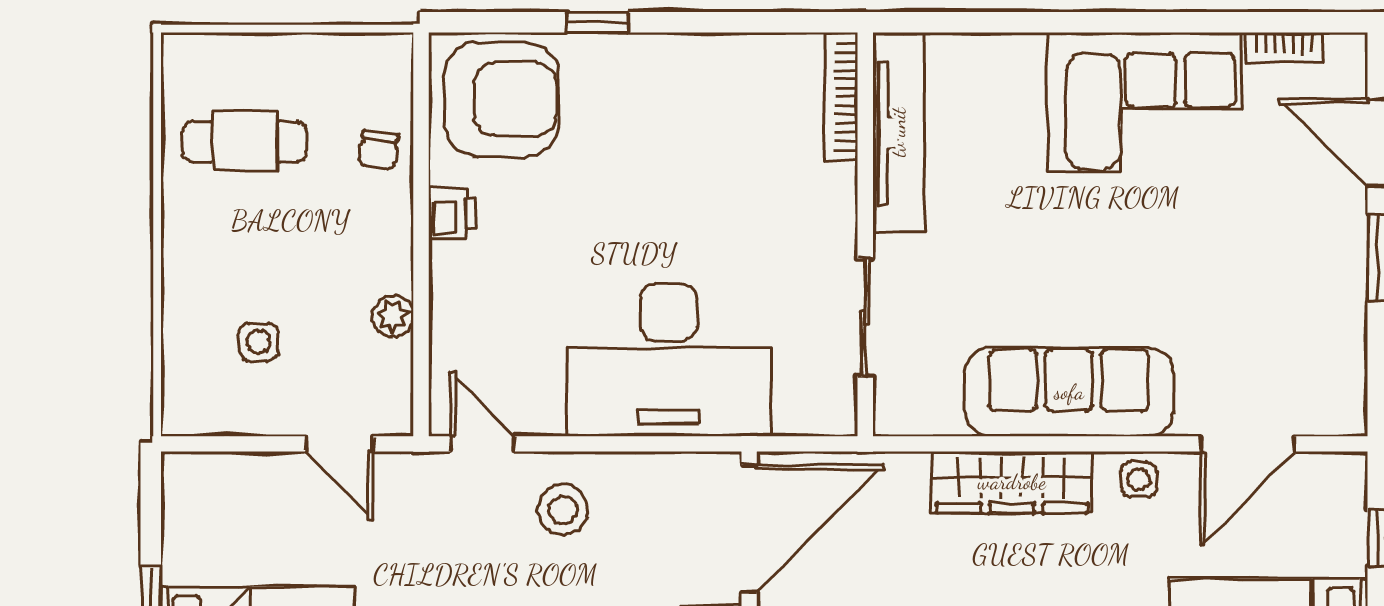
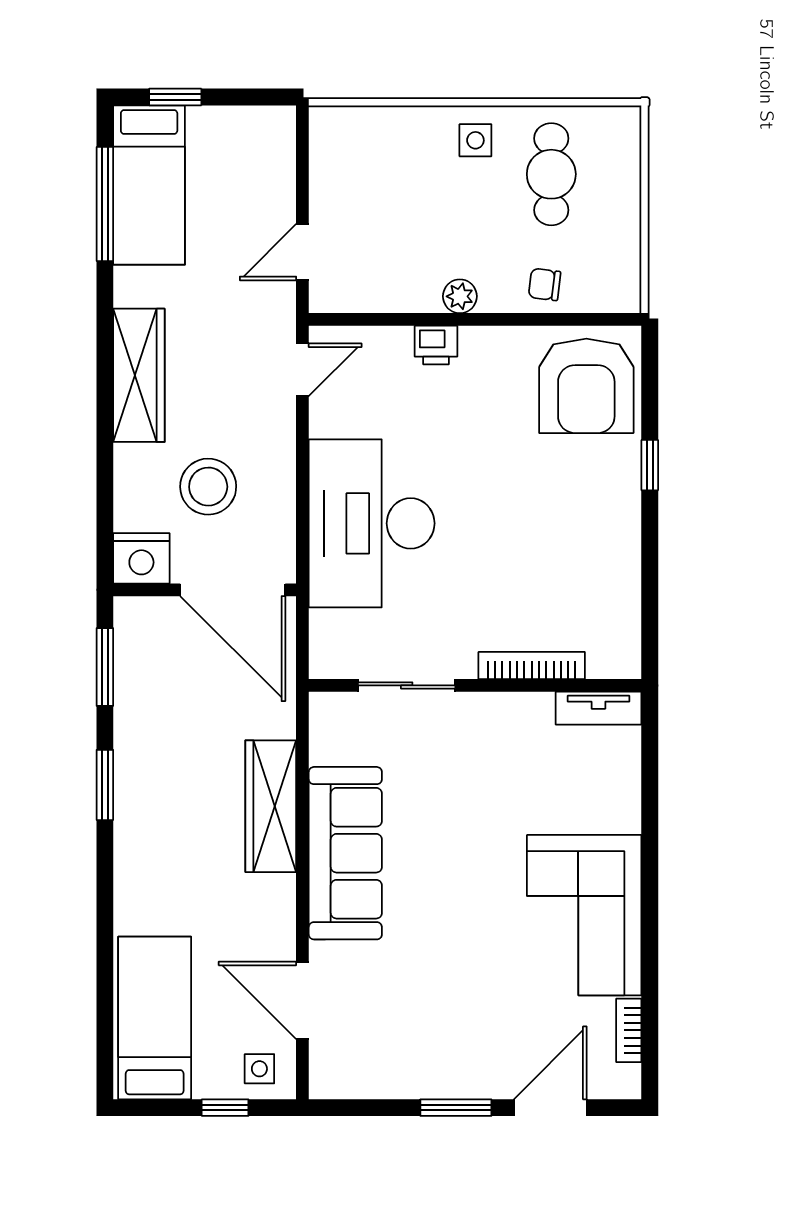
bookcase: (841, 97) -> (532, 666), moved
tv unit: (898, 132) -> (598, 708), width x0.52, depth x0.78
printer: (452, 213) -> (436, 345), moved
plant: (393, 316) -> (460, 296), moved
side table: (259, 342) -> (475, 140), moved
side table: (1139, 479) -> (259, 1069), moved
stool: (563, 510) -> (208, 487), moved, width x1.38, depth x1.38

